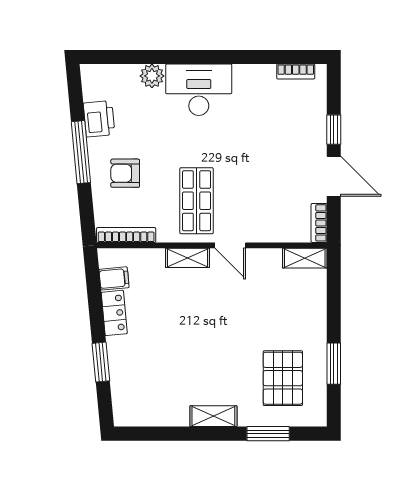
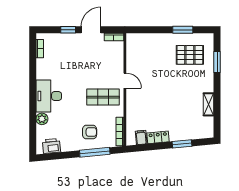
printer: (99, 119) -> (51, 146), moved
window: (81, 152) -> (95, 152), moved
armchair: (125, 173) -> (90, 132), turned -90
door: (230, 245) -> (125, 81), hinge flipped
shelving: (187, 258) -> (131, 102), removed
shelving: (305, 258) -> (131, 44), removed
shelving: (213, 416) -> (209, 104), moved

